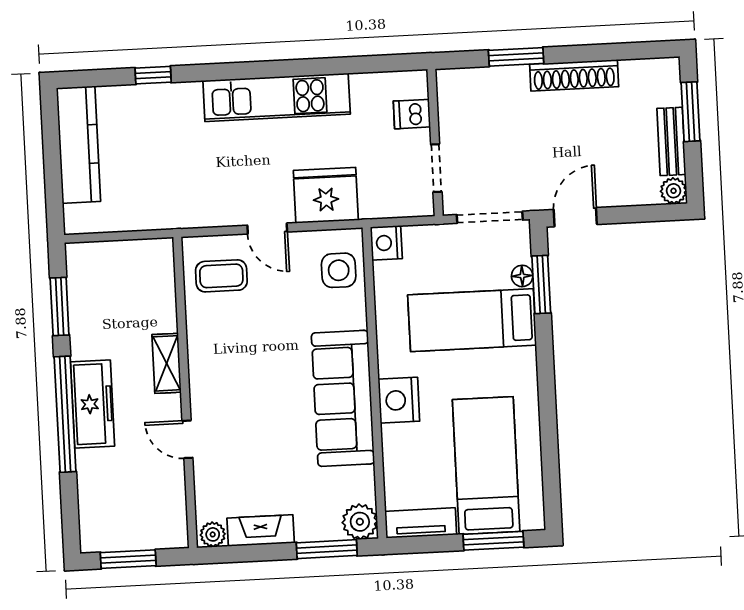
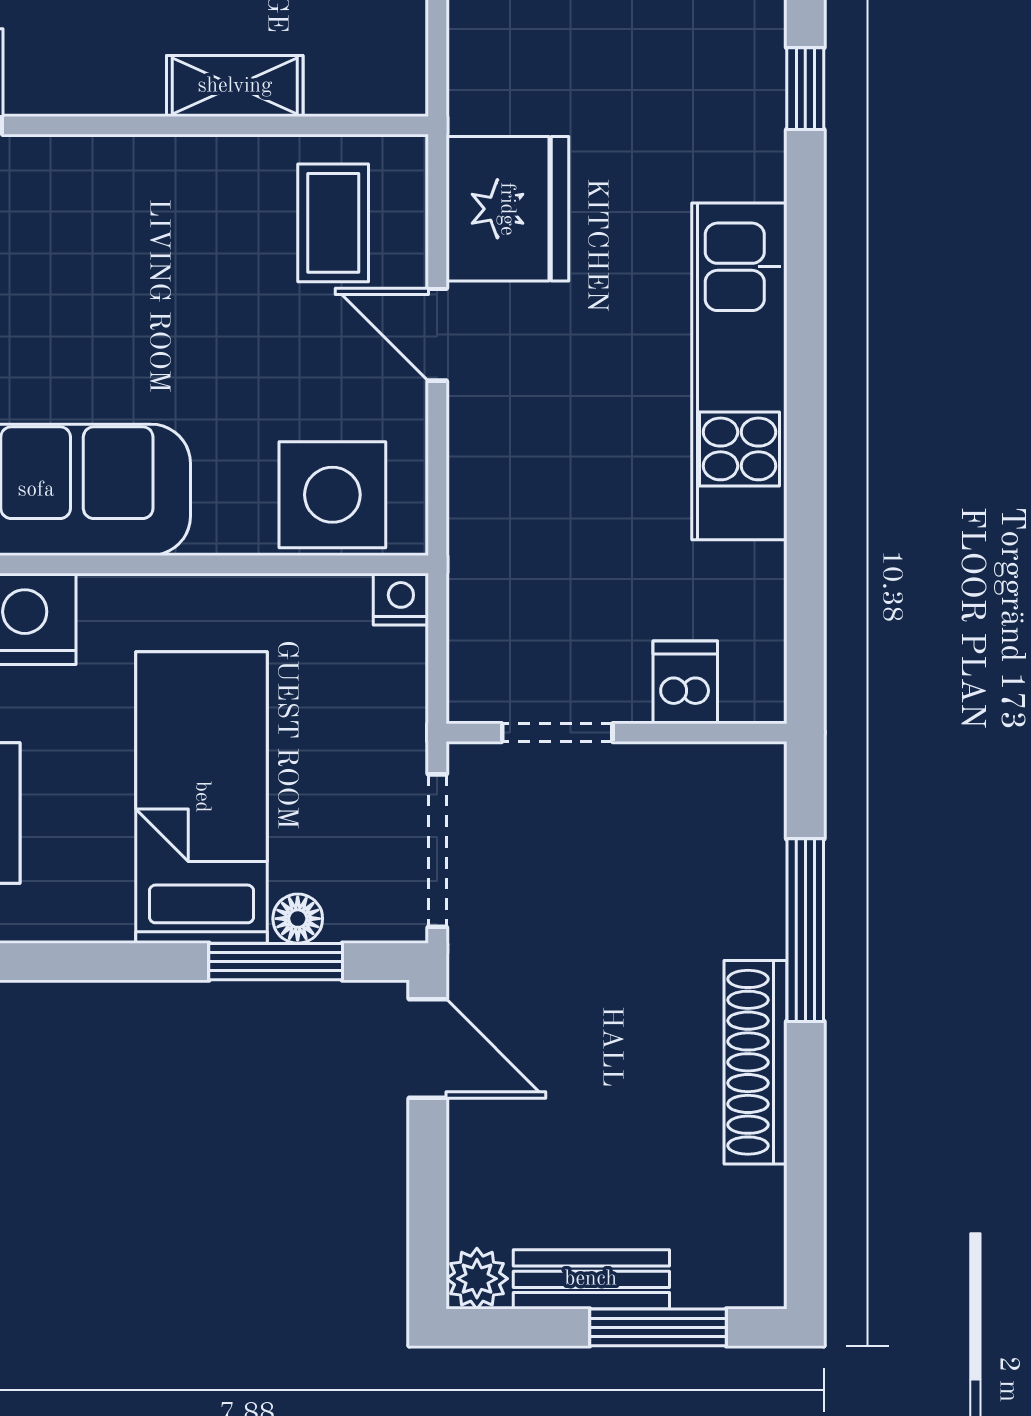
window: (516, 57) -> (805, 930), width x1.44
fridge: (326, 195) -> (507, 209), moved
door: (267, 229) -> (437, 335), hinge flipped
nightstand: (386, 243) -> (401, 599), width x0.72, depth x0.74
side table: (339, 270) -> (332, 495), width x1.37, depth x1.37
shelving: (167, 363) -> (235, 86), moved

